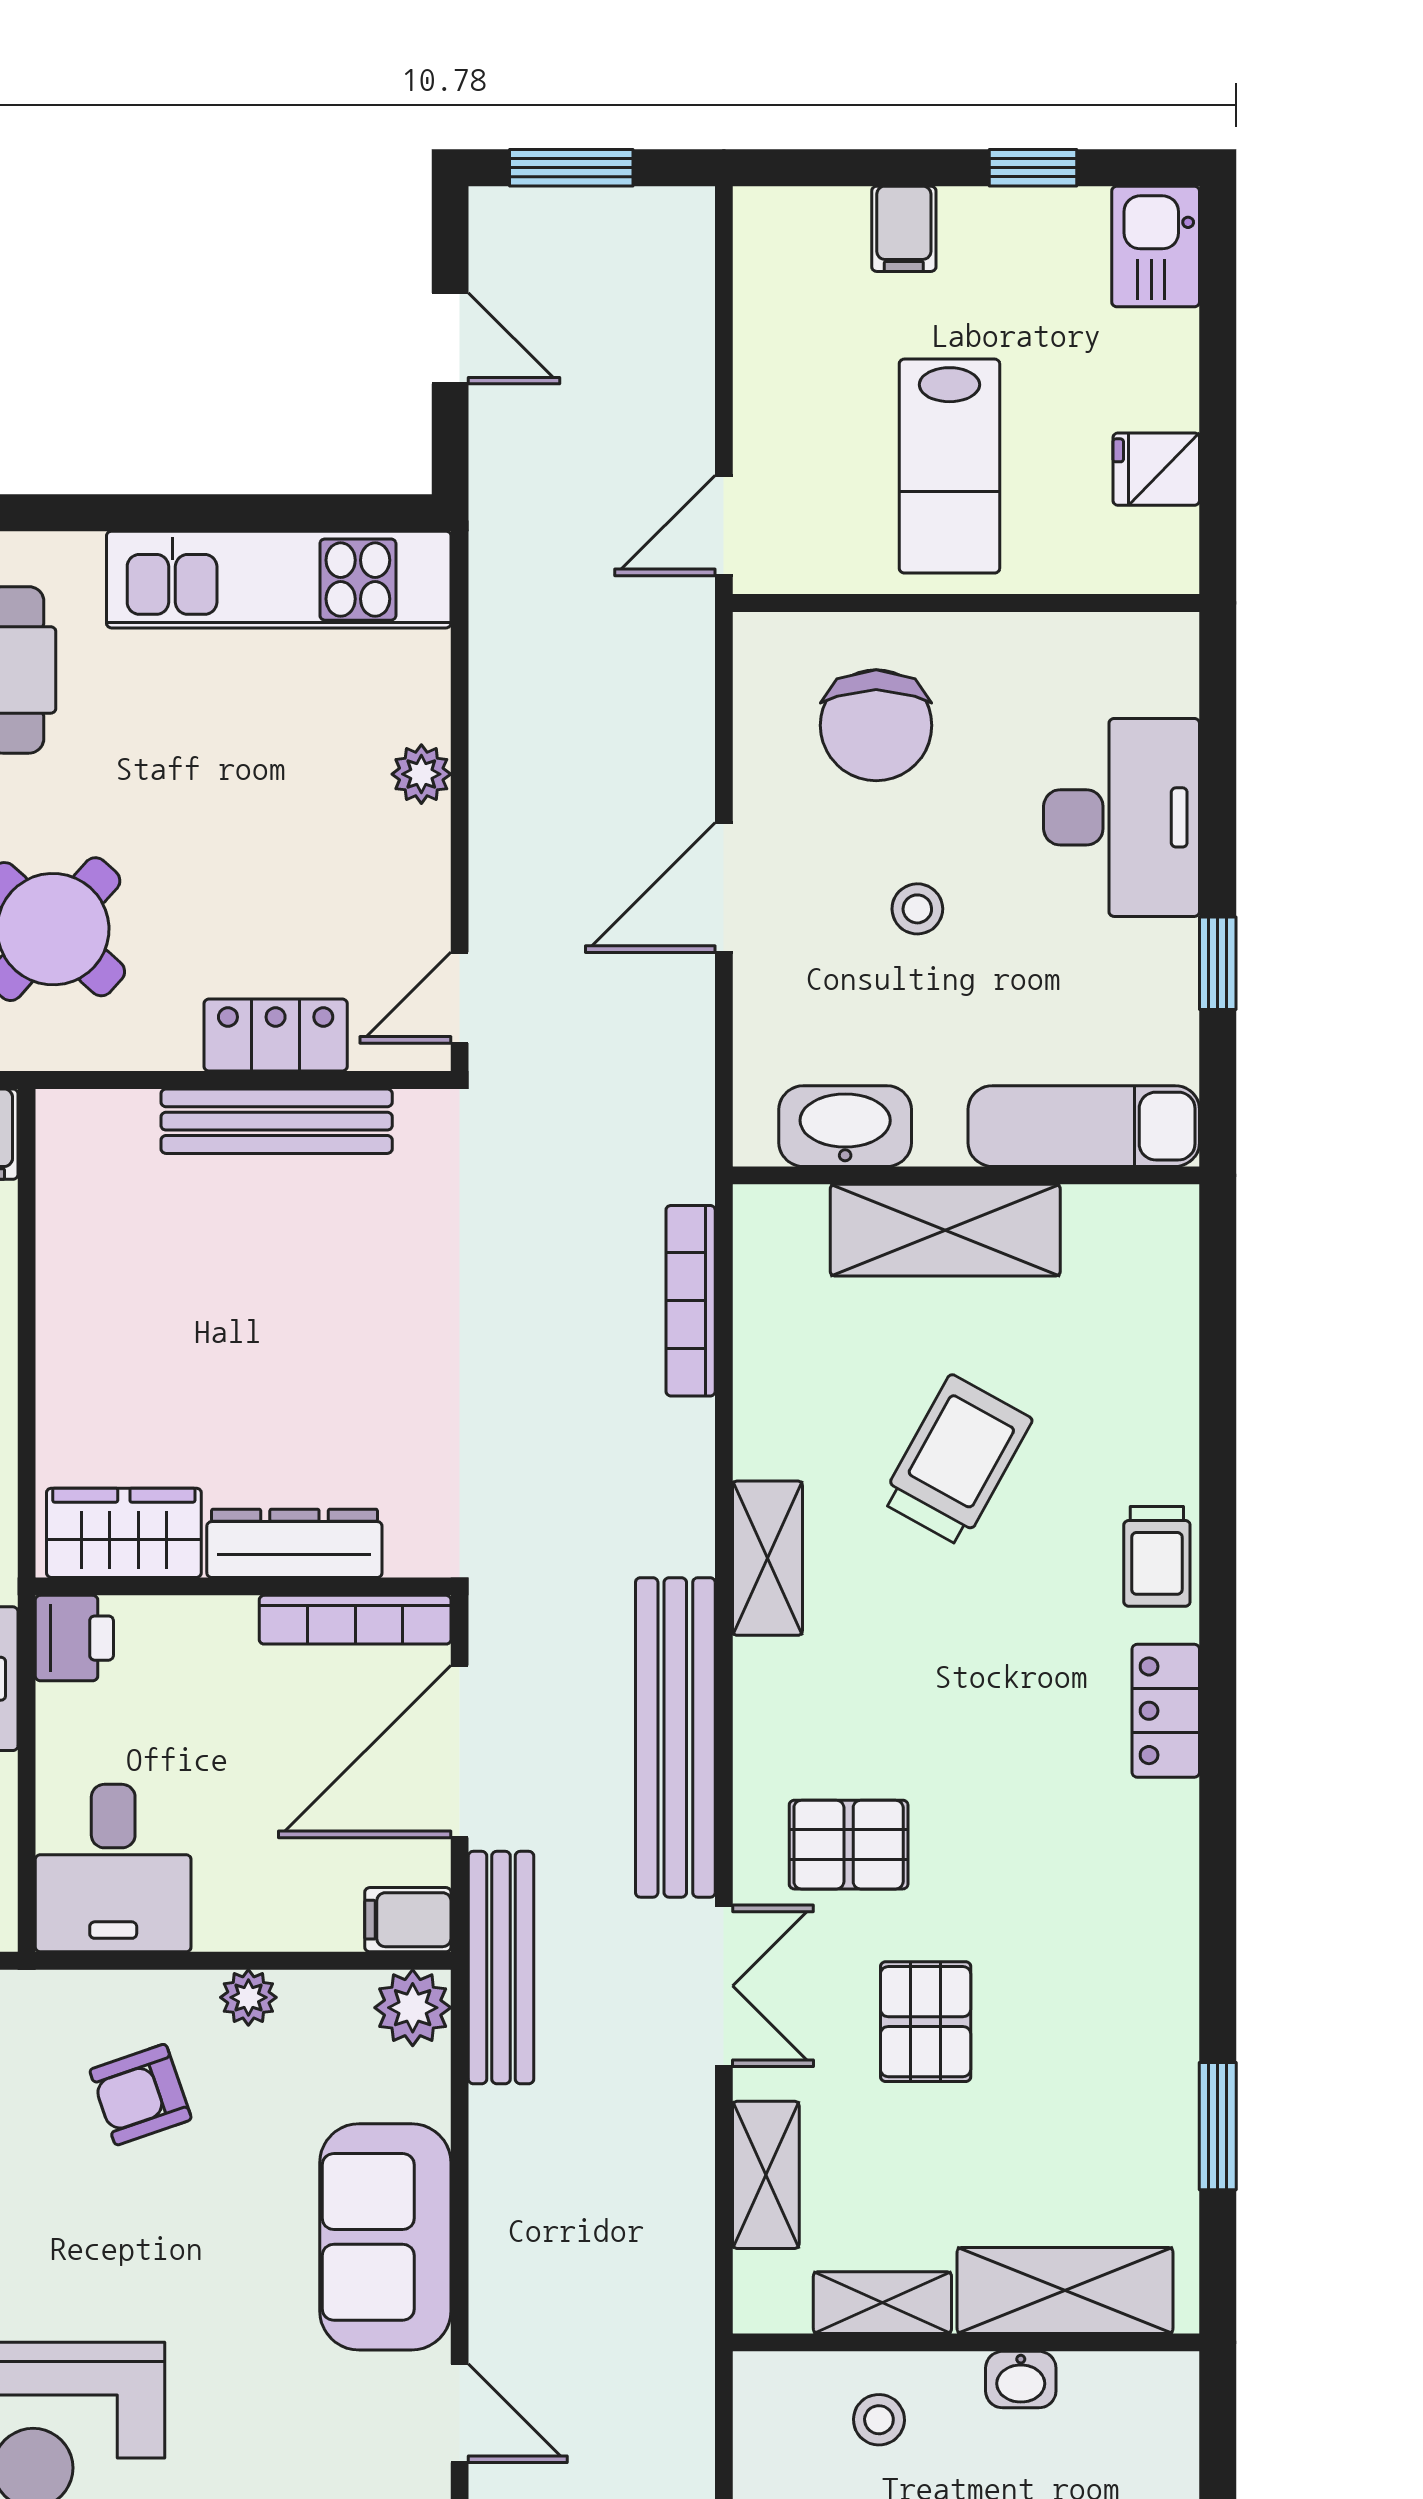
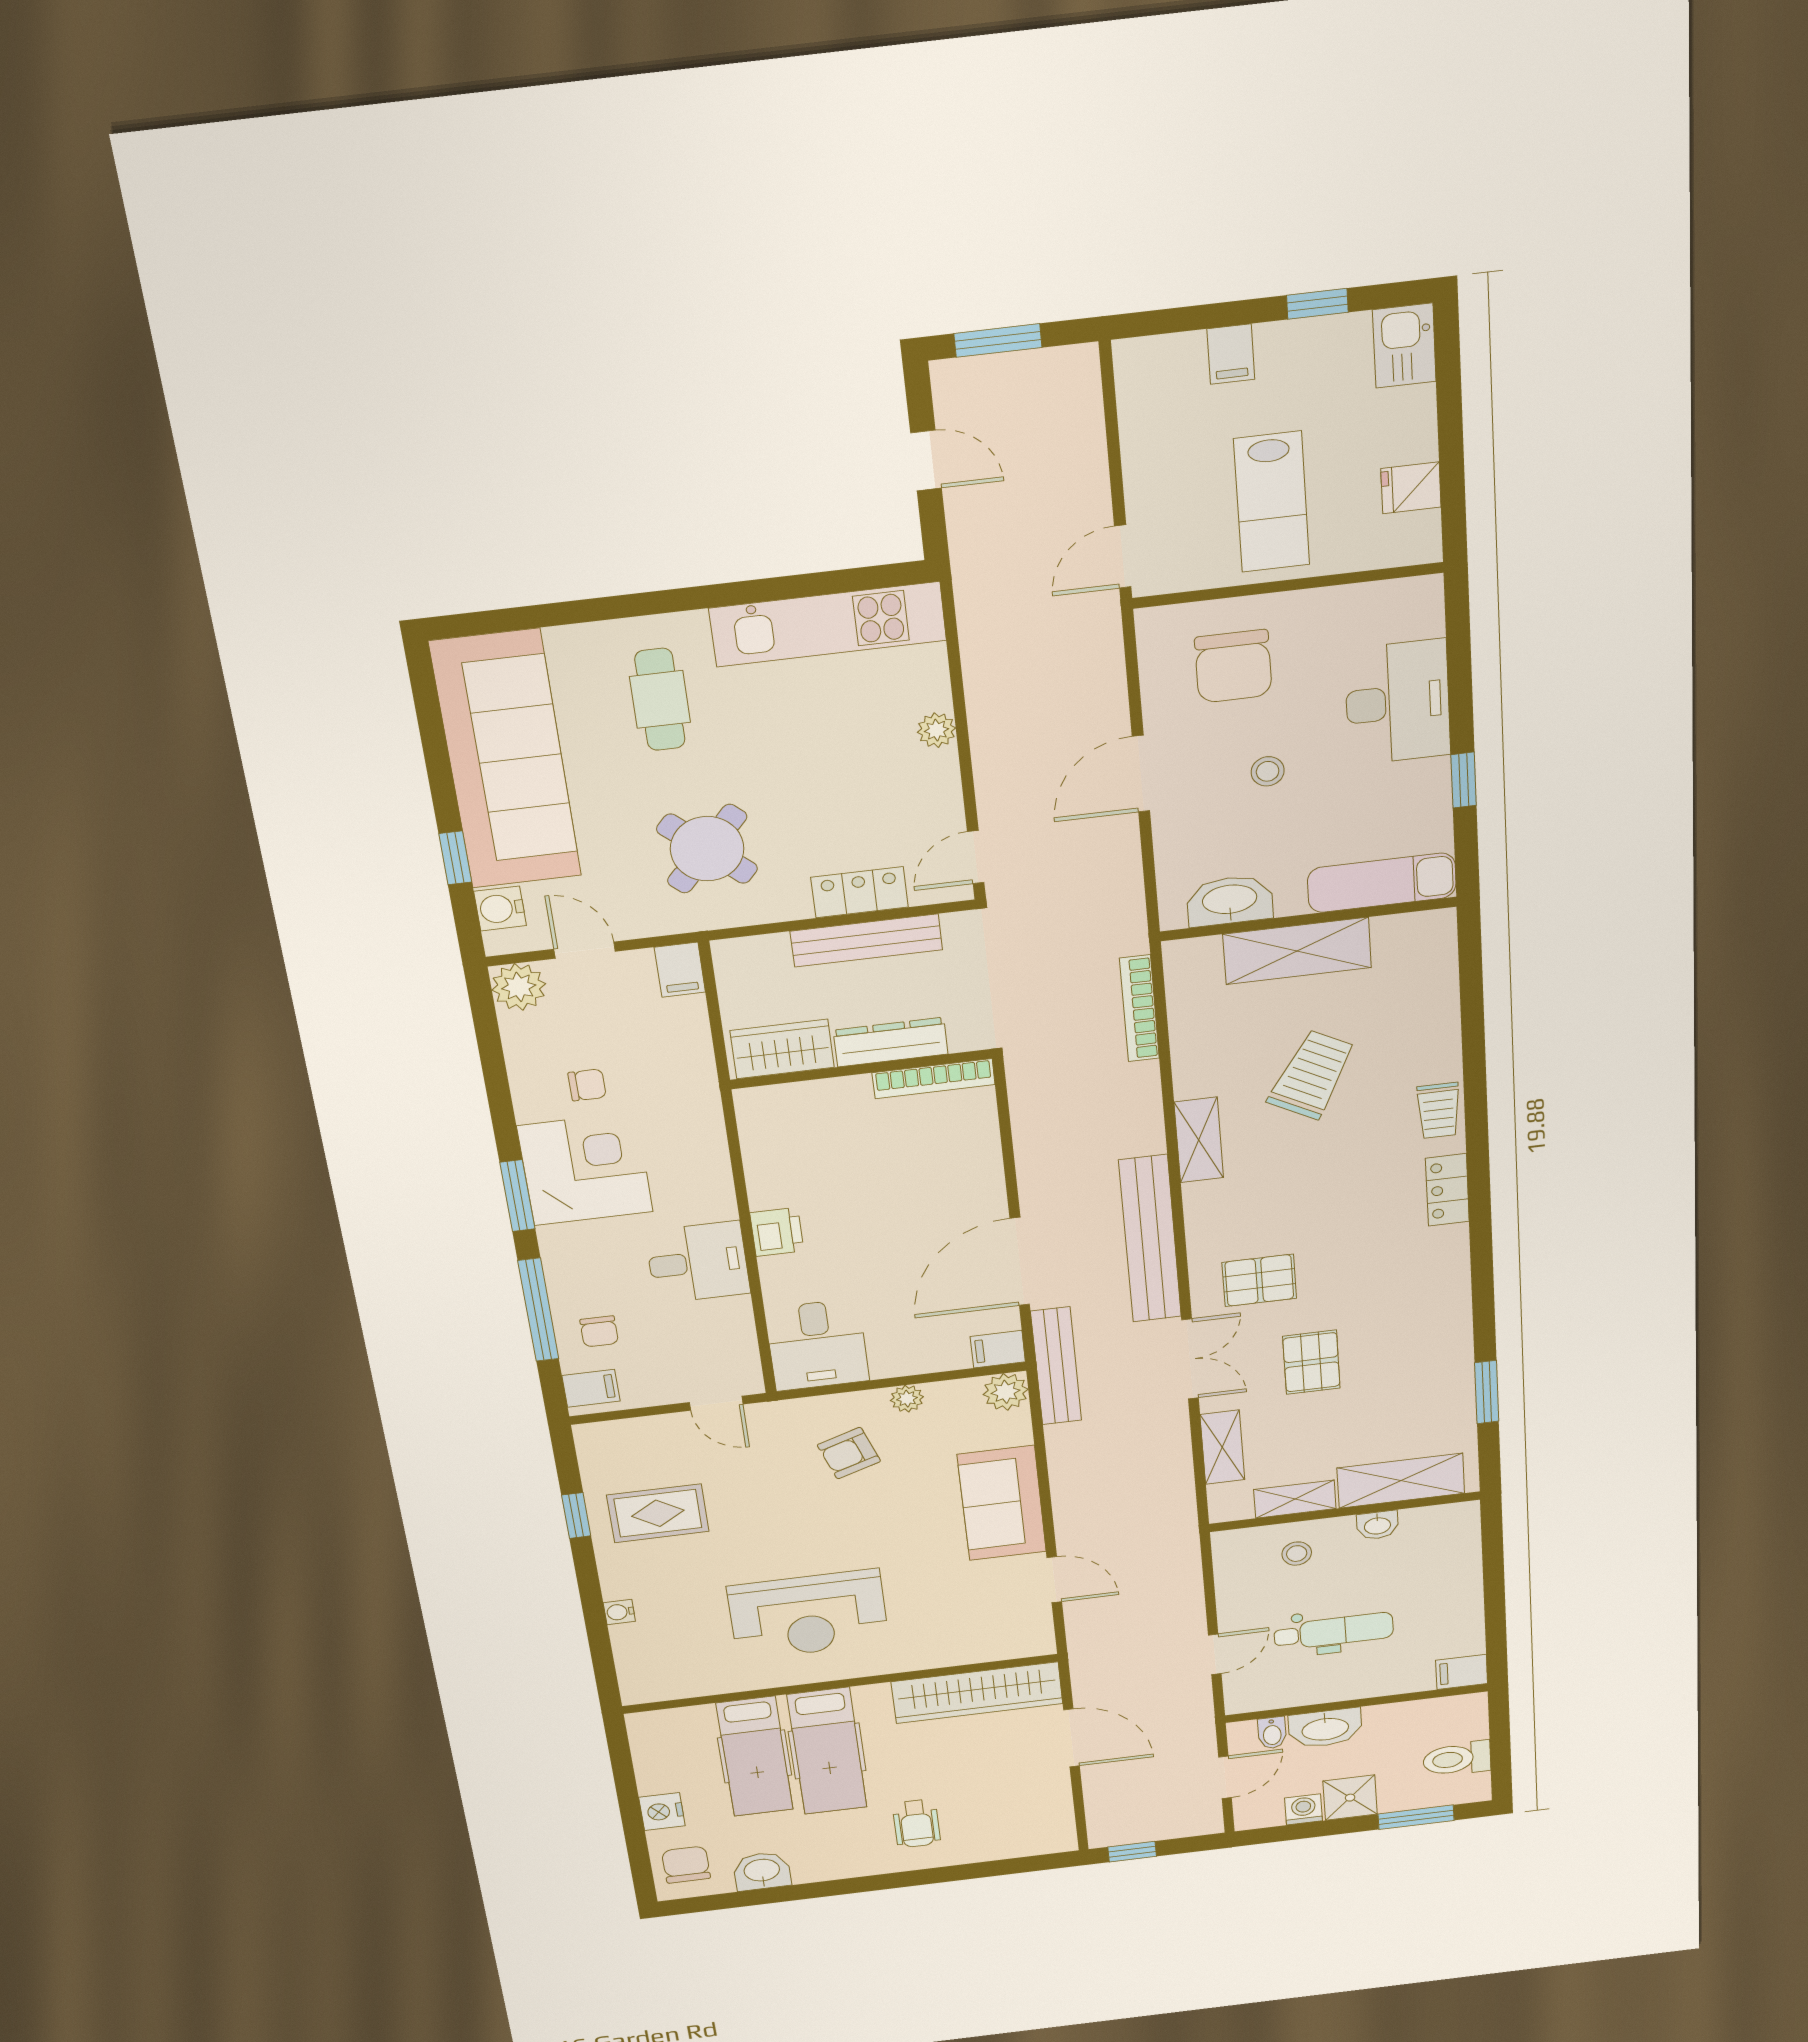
wardrobe: (124, 1533) -> (782, 1049), moved
dresser: (294, 1543) -> (890, 1042), moved
wall: (243, 1586) -> (861, 1069), moved
bookcase: (355, 1620) -> (934, 1079), moved

